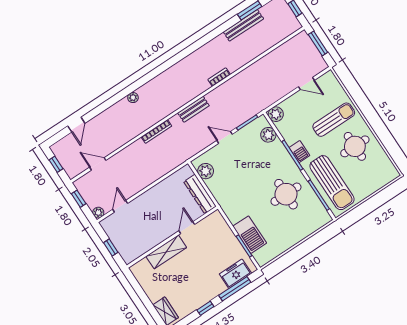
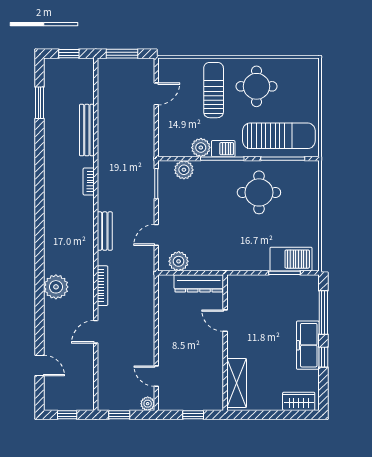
bench: (243, 25) -> (87, 130), moved
plant: (133, 98) -> (56, 287), width x1.88, depth x1.88
plant: (276, 114) -> (201, 148), moved
door: (225, 137) -> (156, 235), moved
door: (98, 164) -> (96, 332), moved
barbecue: (250, 235) -> (291, 259), moved
shelving: (166, 252) -> (237, 383), moved
freezer: (235, 274) -> (308, 345), moved, width x1.40

